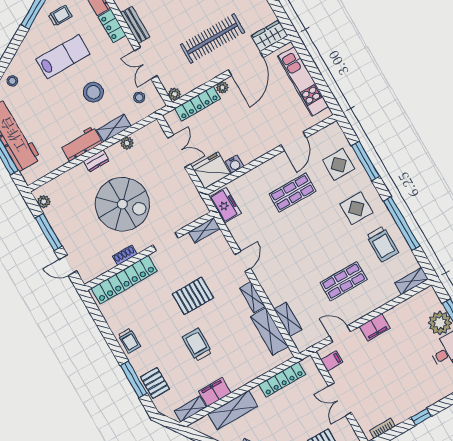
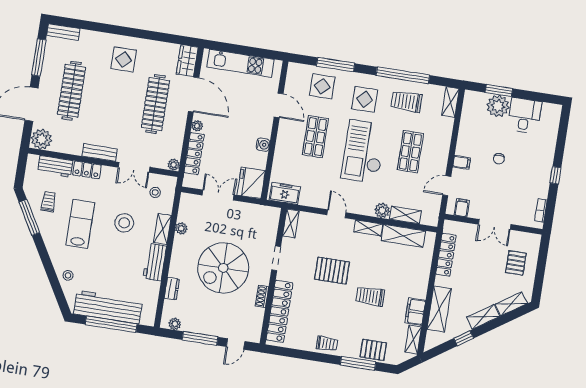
dresser: (96, 161) -> (172, 289), moved
water cooler: (234, 164) -> (263, 145), moved
spiral stairs: (122, 204) -> (223, 268), turned 180
checkout: (313, 242) -> (364, 151), added
trolley: (382, 244) -> (406, 101), turned 180
pallet: (193, 296) -> (332, 271), turned 90
plant: (276, 297) -> (382, 211), added
filing cabinet: (375, 327) -> (462, 162), width x0.50
chair: (397, 359) -> (499, 159), added

